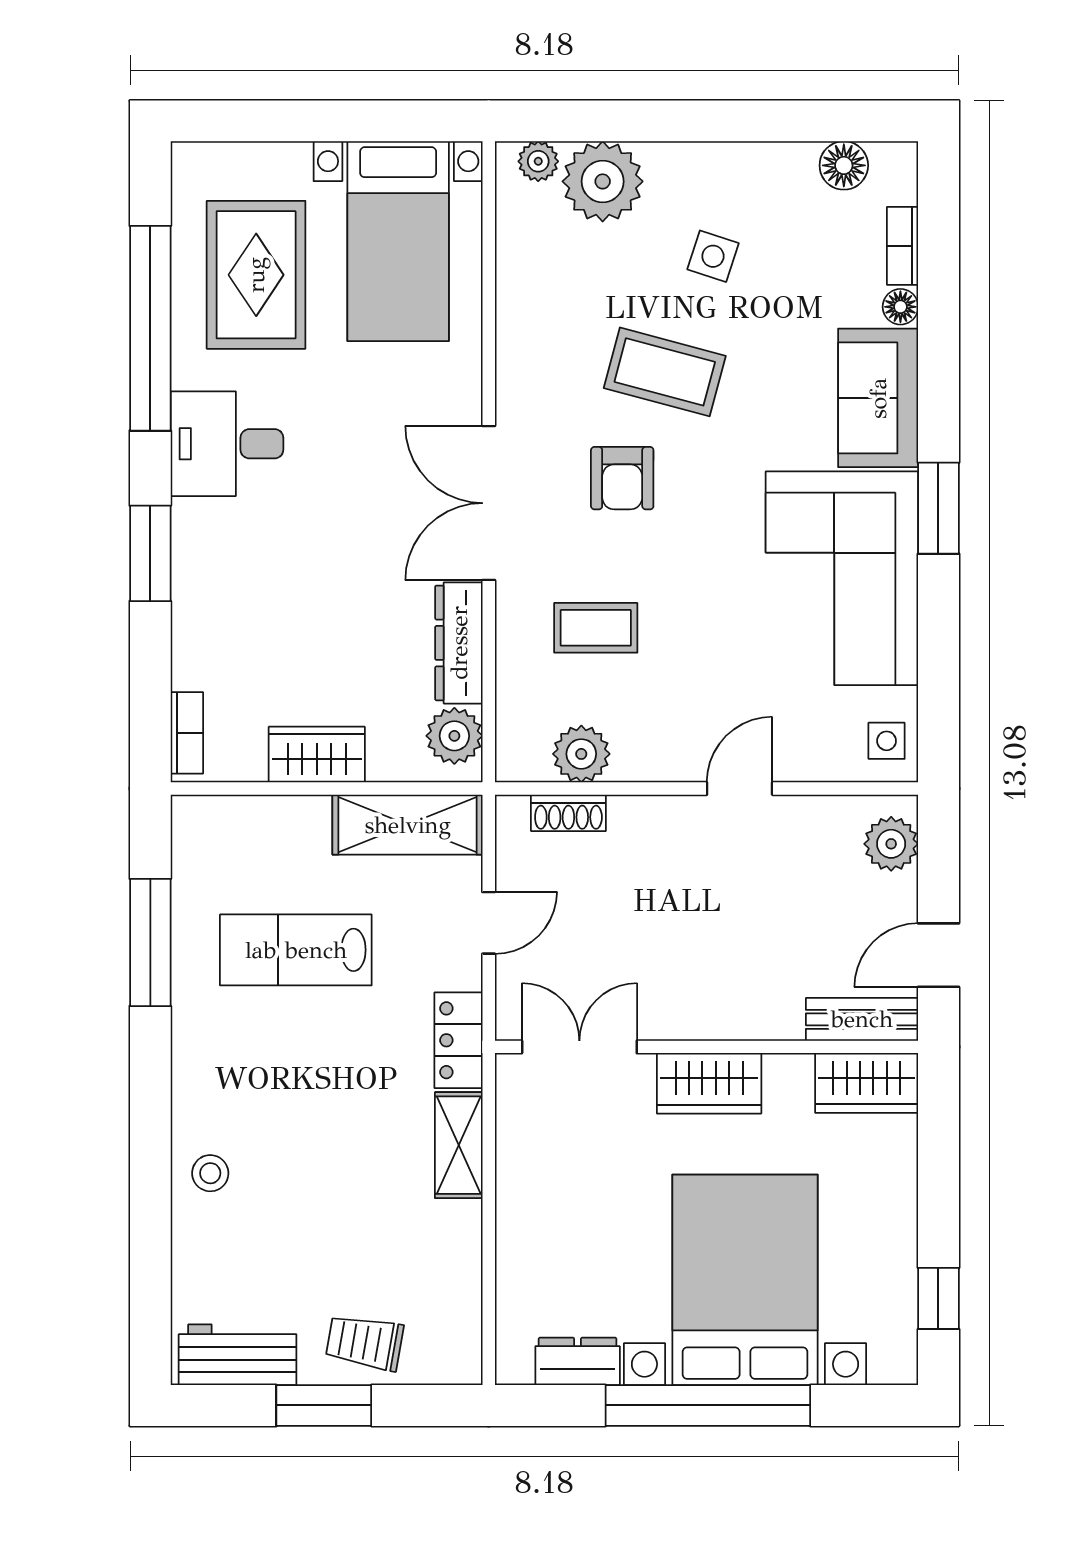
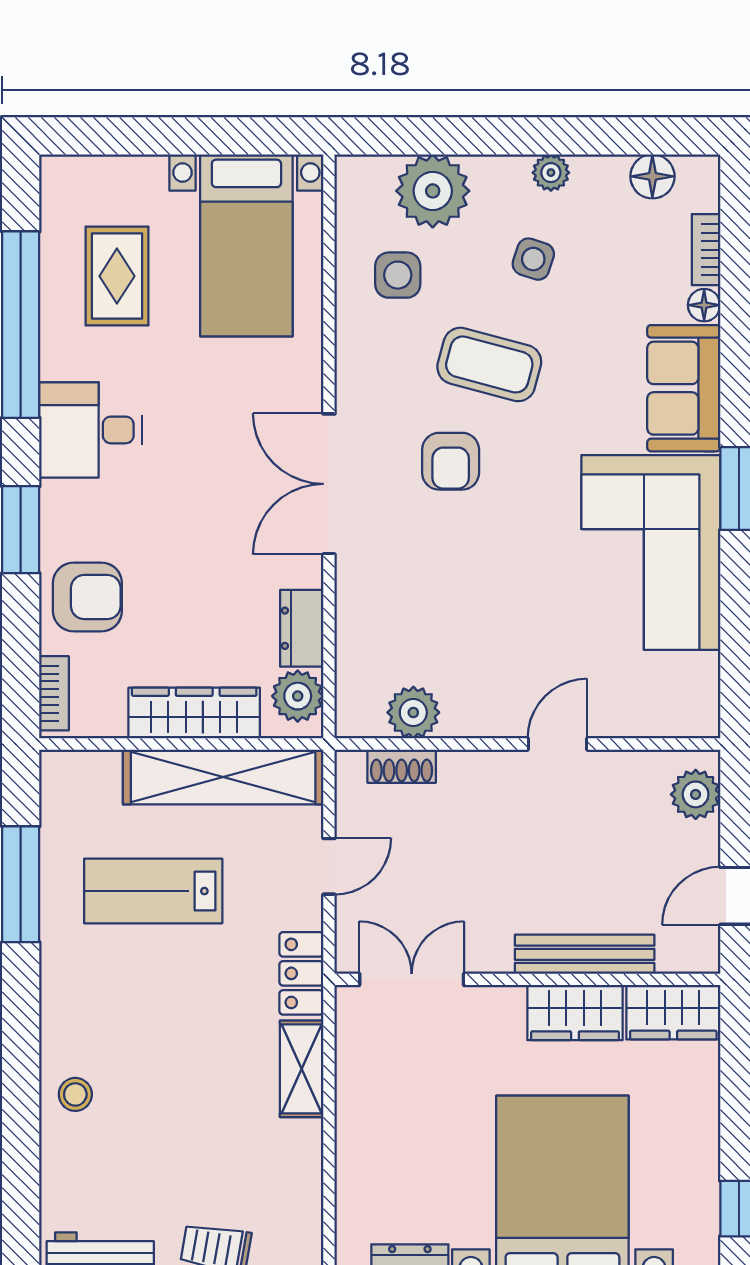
plant: (538, 161) -> (551, 173), moved
rug: (256, 275) -> (117, 276), width x0.73, depth x0.70
armchair: (224, 627) -> (87, 597), added
coffee table: (596, 628) -> (426, 598), removed
dresser: (459, 643) -> (302, 628), width x0.70
side table: (887, 741) -> (398, 275), moved, width x1.37, depth x1.37
wardrobe: (317, 755) -> (194, 713), width x1.50
shelving: (408, 825) -> (223, 777), width x1.47
bench: (862, 1019) -> (585, 954), moved, width x1.36
wardrobe: (709, 1083) -> (575, 1013), moved

